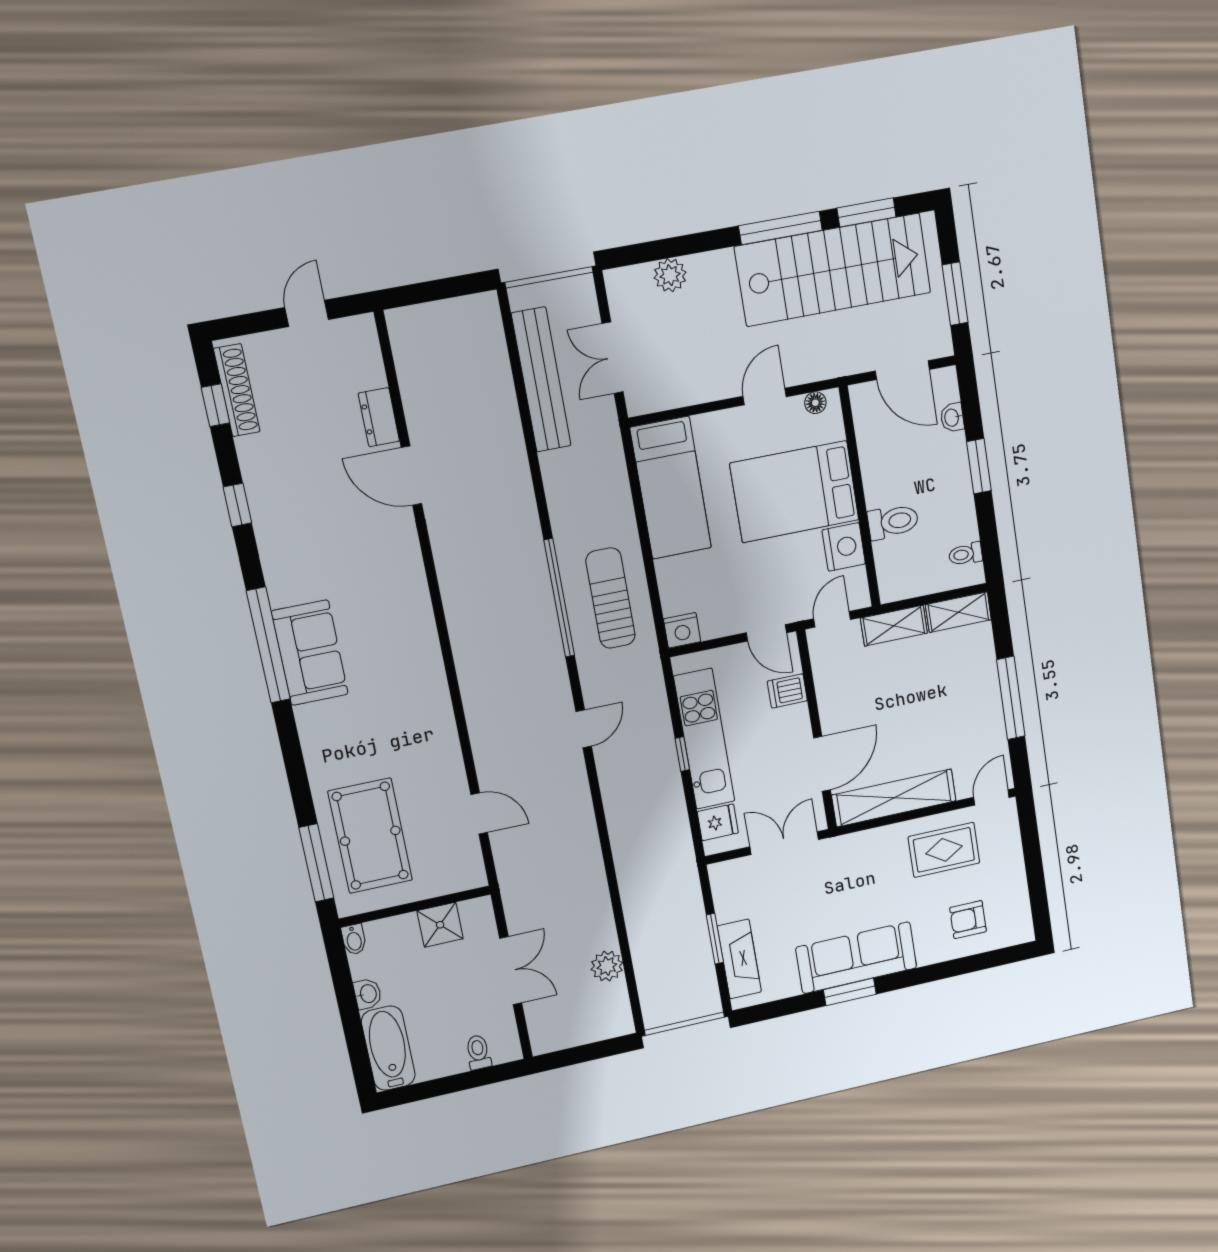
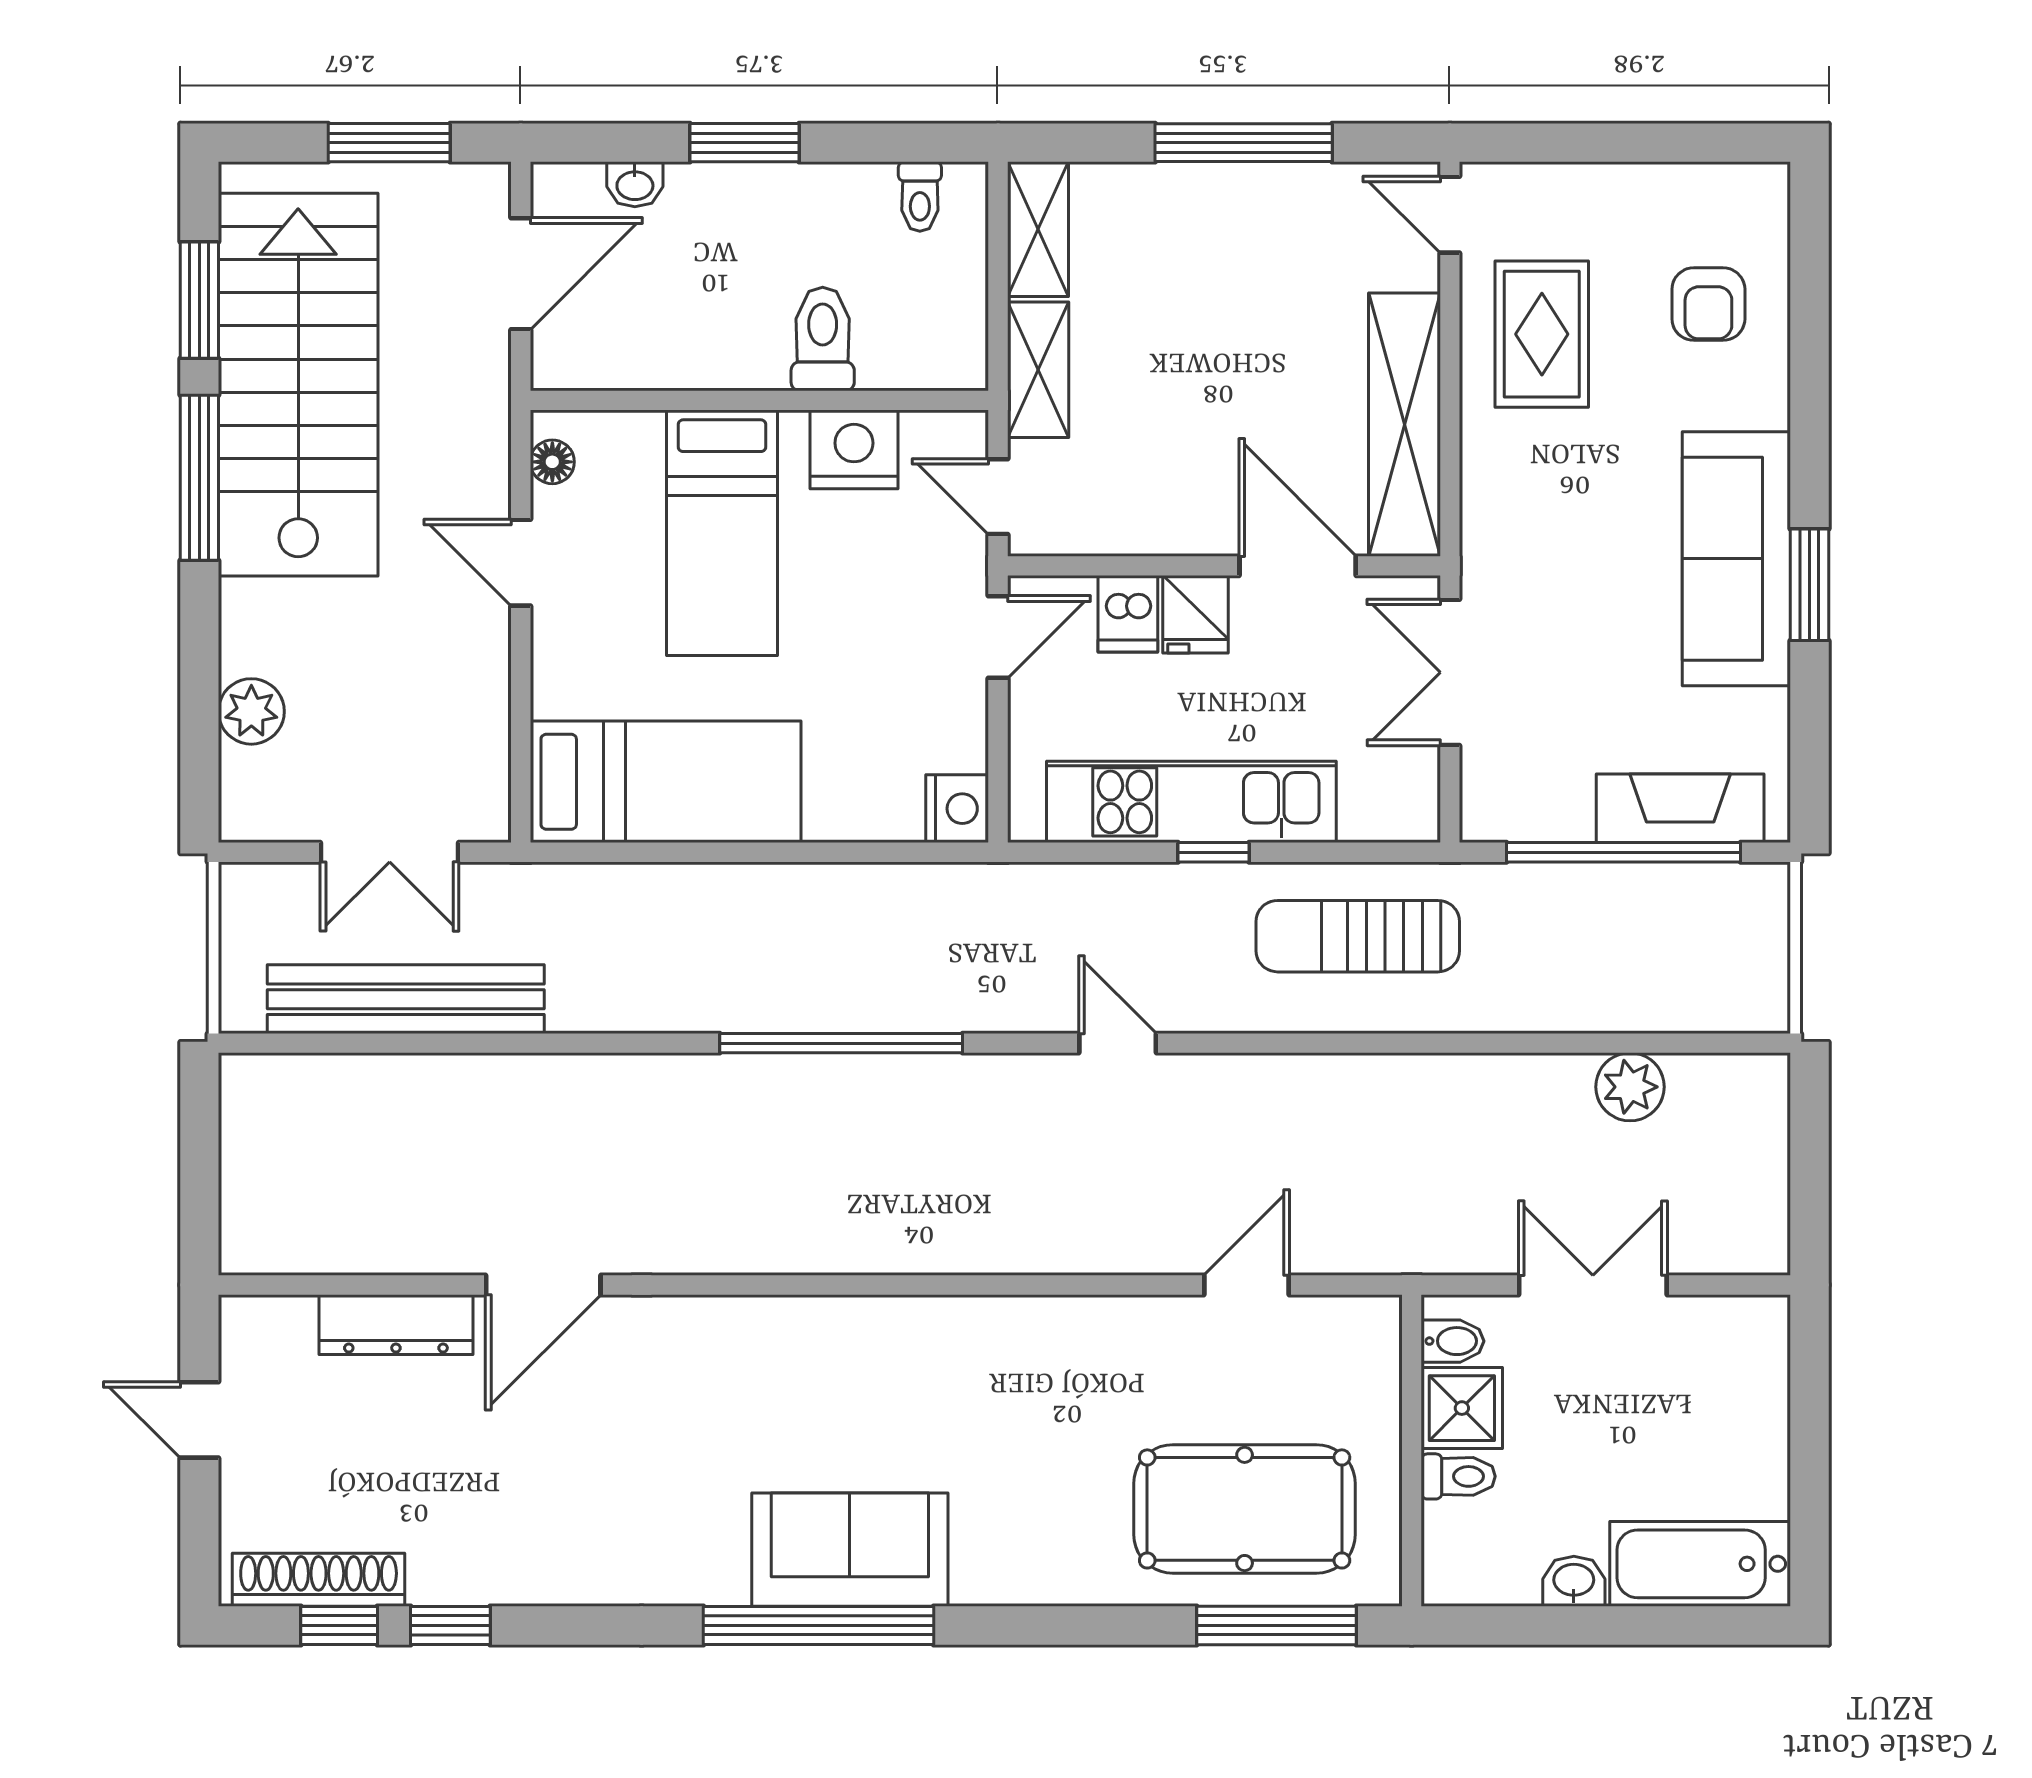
dresser: (379, 417) -> (396, 1325), width x1.44
bed: (795, 492) -> (722, 533), width x0.67
window: (237, 505) -> (450, 1625), moved
sun lounger: (611, 598) -> (1358, 936), moved
fridge: (718, 822) -> (1195, 614), moved, turned 180
bidet: (354, 939) -> (1453, 1341), moved
window: (715, 939) -> (1623, 852), width x2.11
toilet: (478, 1052) -> (1458, 1476), moved, turned 180

